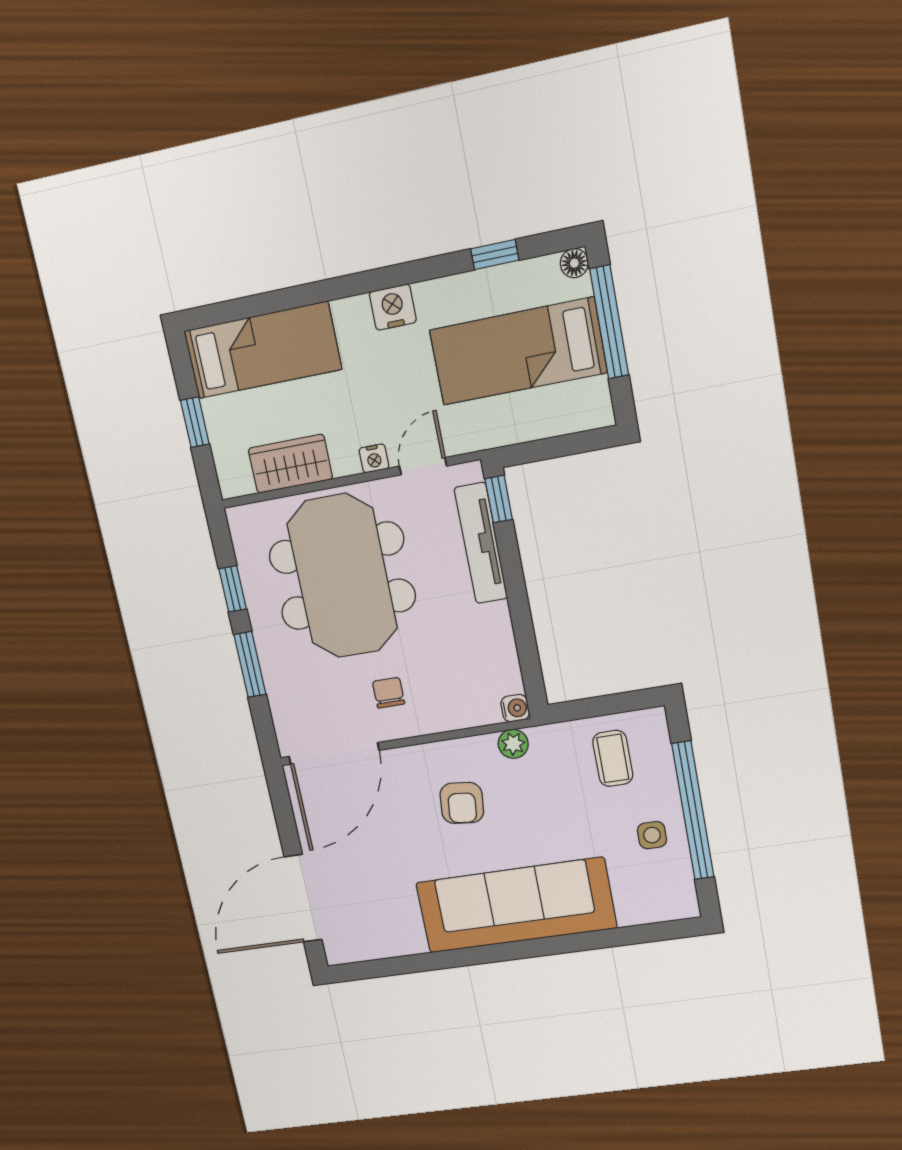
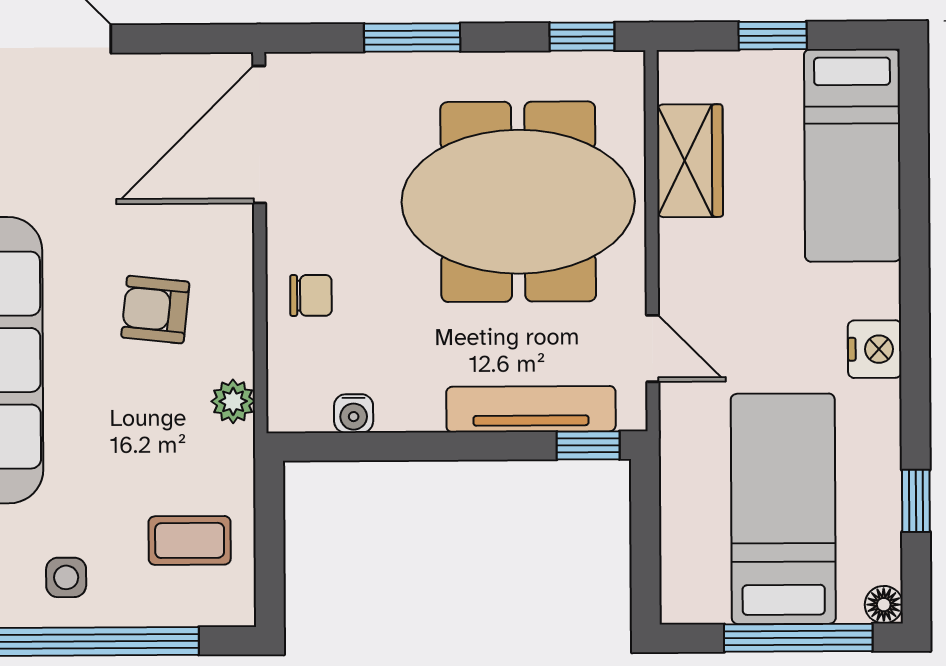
nightstand: (374, 458) -> (676, 281), removed
window: (233, 589) -> (582, 37), moved
chair: (389, 693) -> (311, 295), moved
water cooler: (515, 708) -> (354, 413), moved
door: (334, 753) -> (259, 134), hinge flipped

